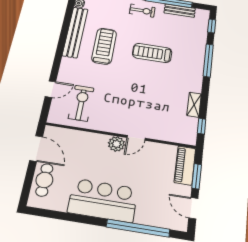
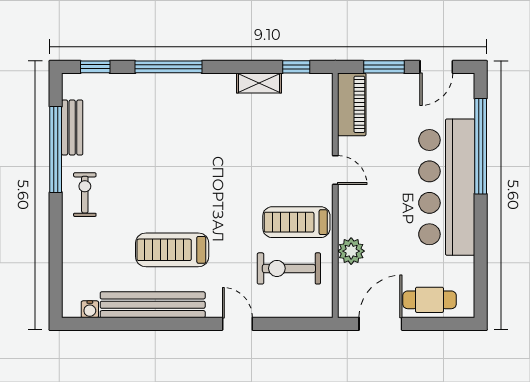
treadmill: (152, 53) -> (296, 222), moved, turned 90
door: (50, 89) -> (237, 324), moved
plant: (116, 144) -> (351, 251), moved
piano: (185, 165) -> (352, 104), moved, turned -90
bar counter: (103, 200) -> (447, 187), width x1.36

